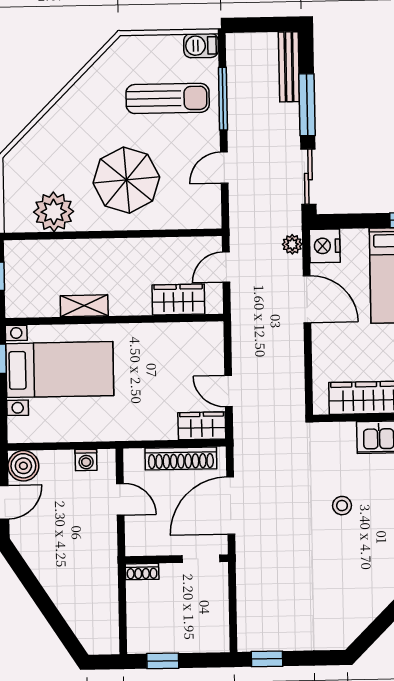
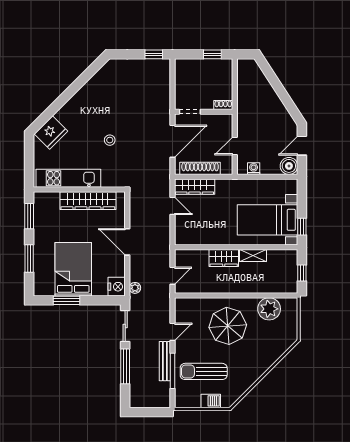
barbecue: (201, 46) -> (211, 401), moved
bench: (289, 67) -> (165, 361), moved
door: (307, 299) -> (127, 242), moved
wardrobe: (178, 300) -> (224, 258), moved
wardrobe: (202, 426) -> (195, 187), width x1.50
door: (120, 499) -> (235, 146), hinge flipped

